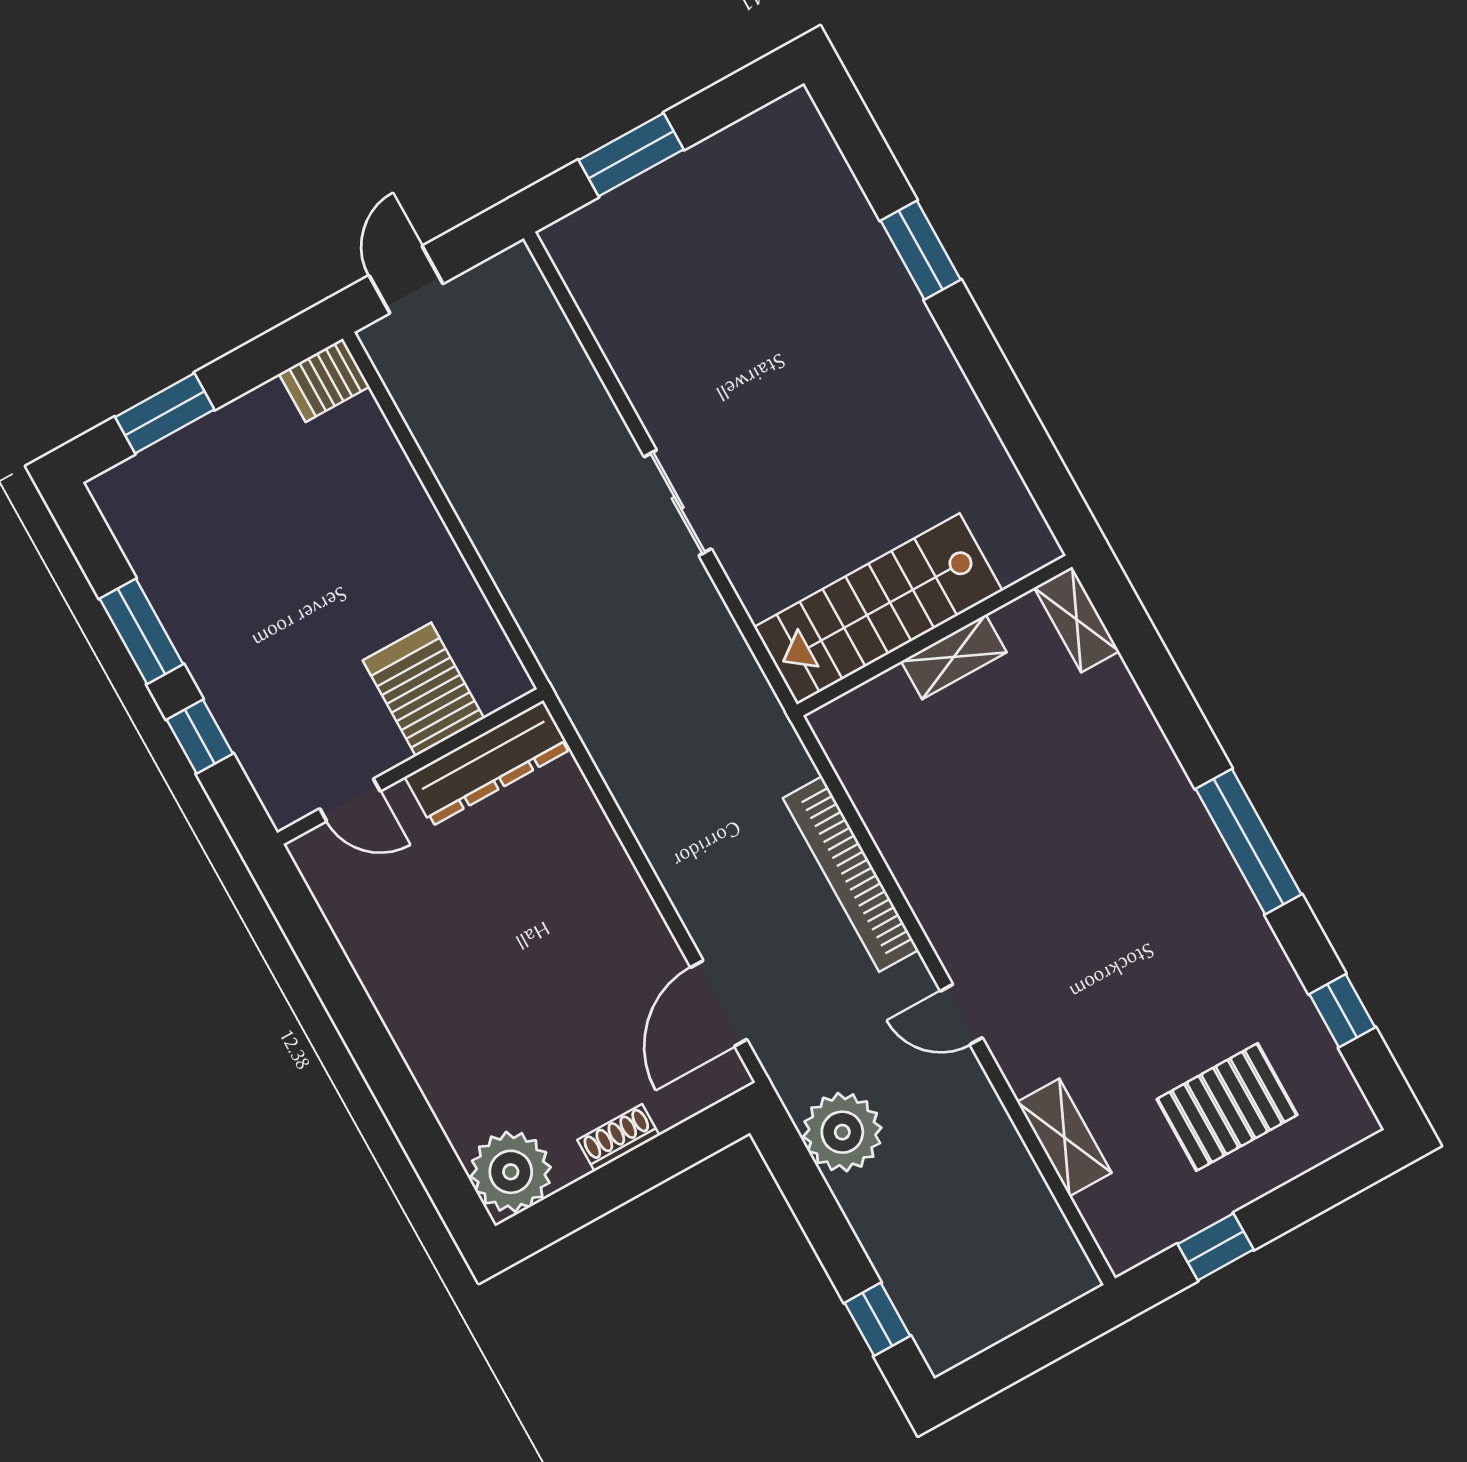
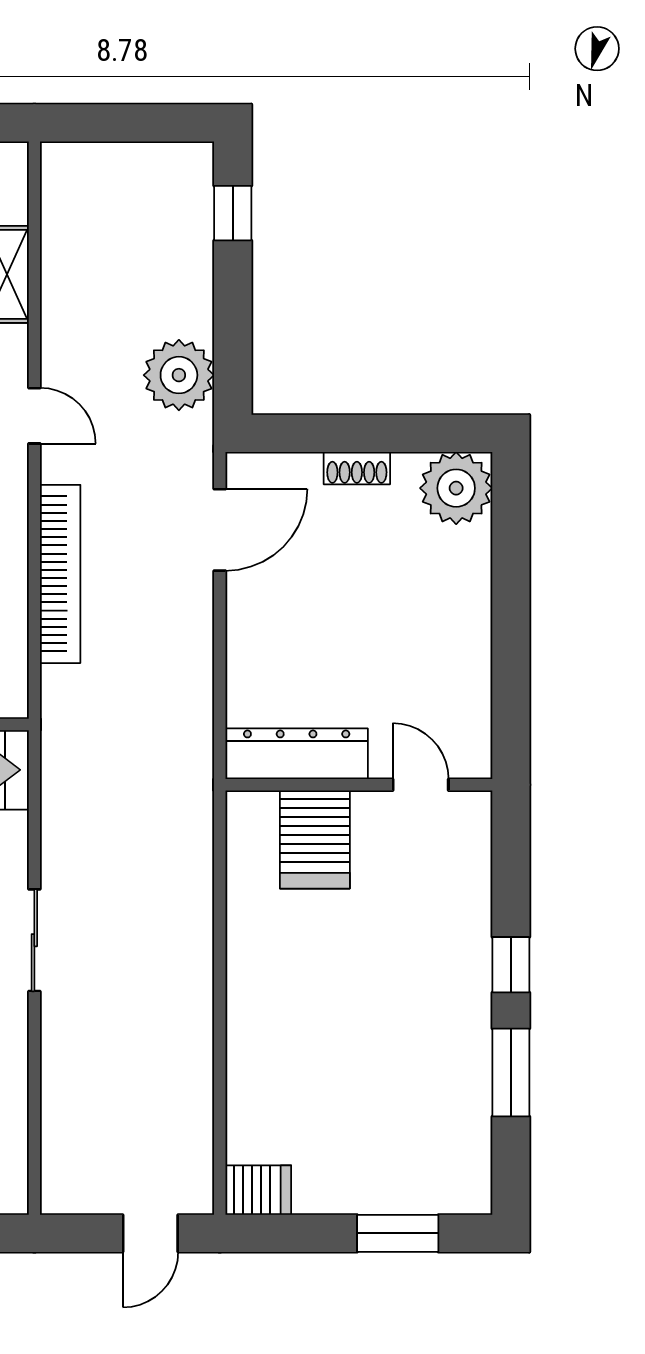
server rack: (424, 689) -> (315, 839), moved
dresser: (488, 763) -> (297, 754), moved
wall: (410, 767) -> (359, 785), moved
door: (350, 800) -> (421, 785), moved

